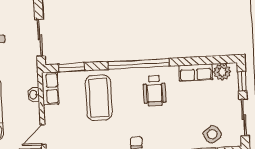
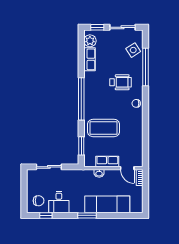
sliding door: (40, 38) -> (49, 167), moved
row of seats: (50, 89) -> (107, 162), moved
wheelchair: (154, 91) -> (120, 82), moved

